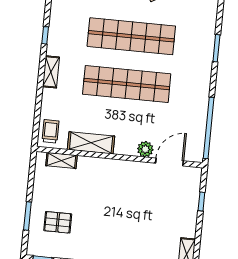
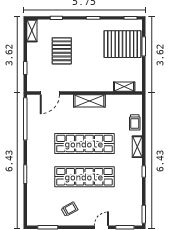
trolley: (51, 131) -> (135, 122), moved
shelving: (91, 143) -> (89, 101), moved
plant: (145, 149) -> (67, 100), removed
pallet: (146, 221) -> (62, 51), added
pallet: (58, 222) -> (122, 44), width x2.05, depth x2.00

